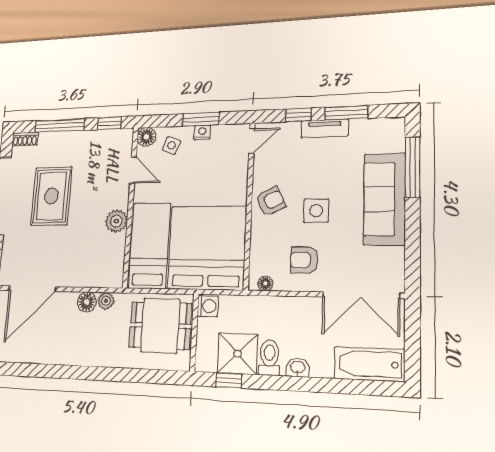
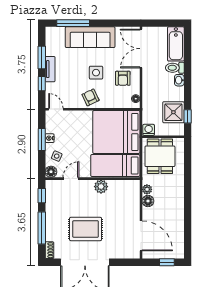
double door: (361, 295) -> (141, 49), swing flipped
toilet: (269, 358) -> (175, 68), moved

